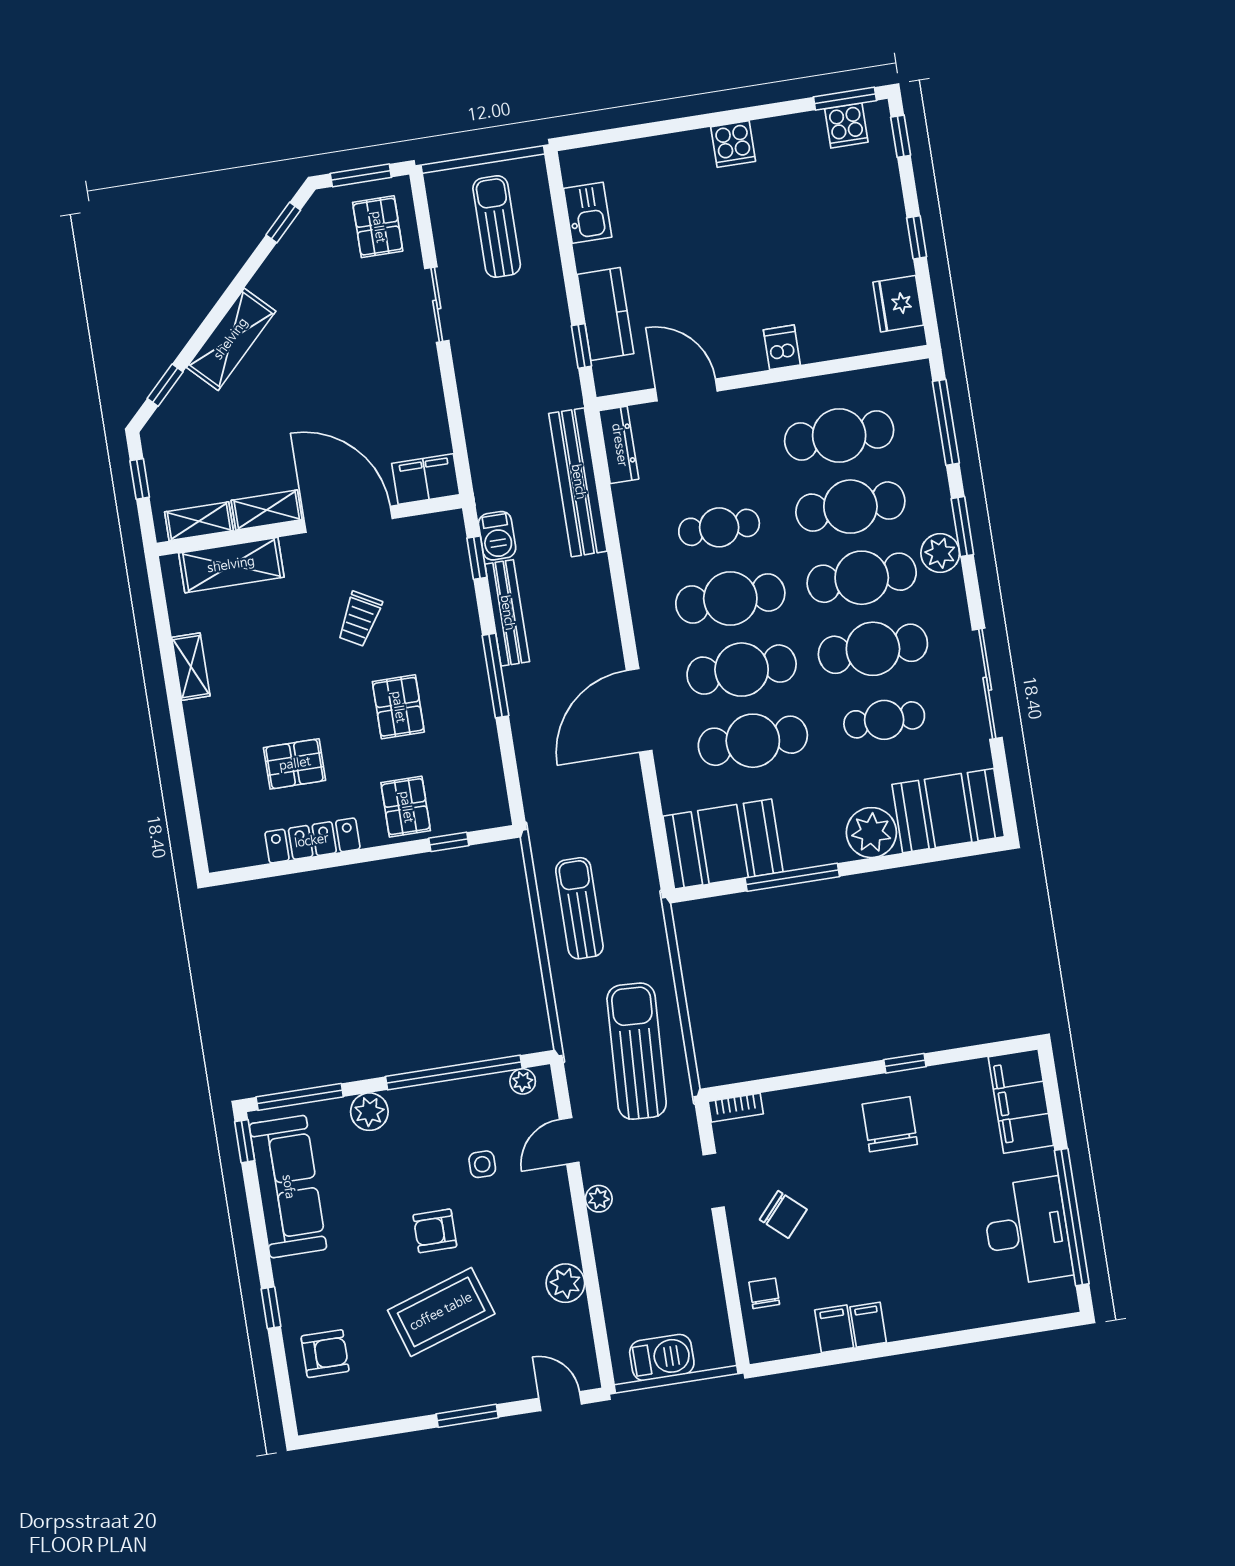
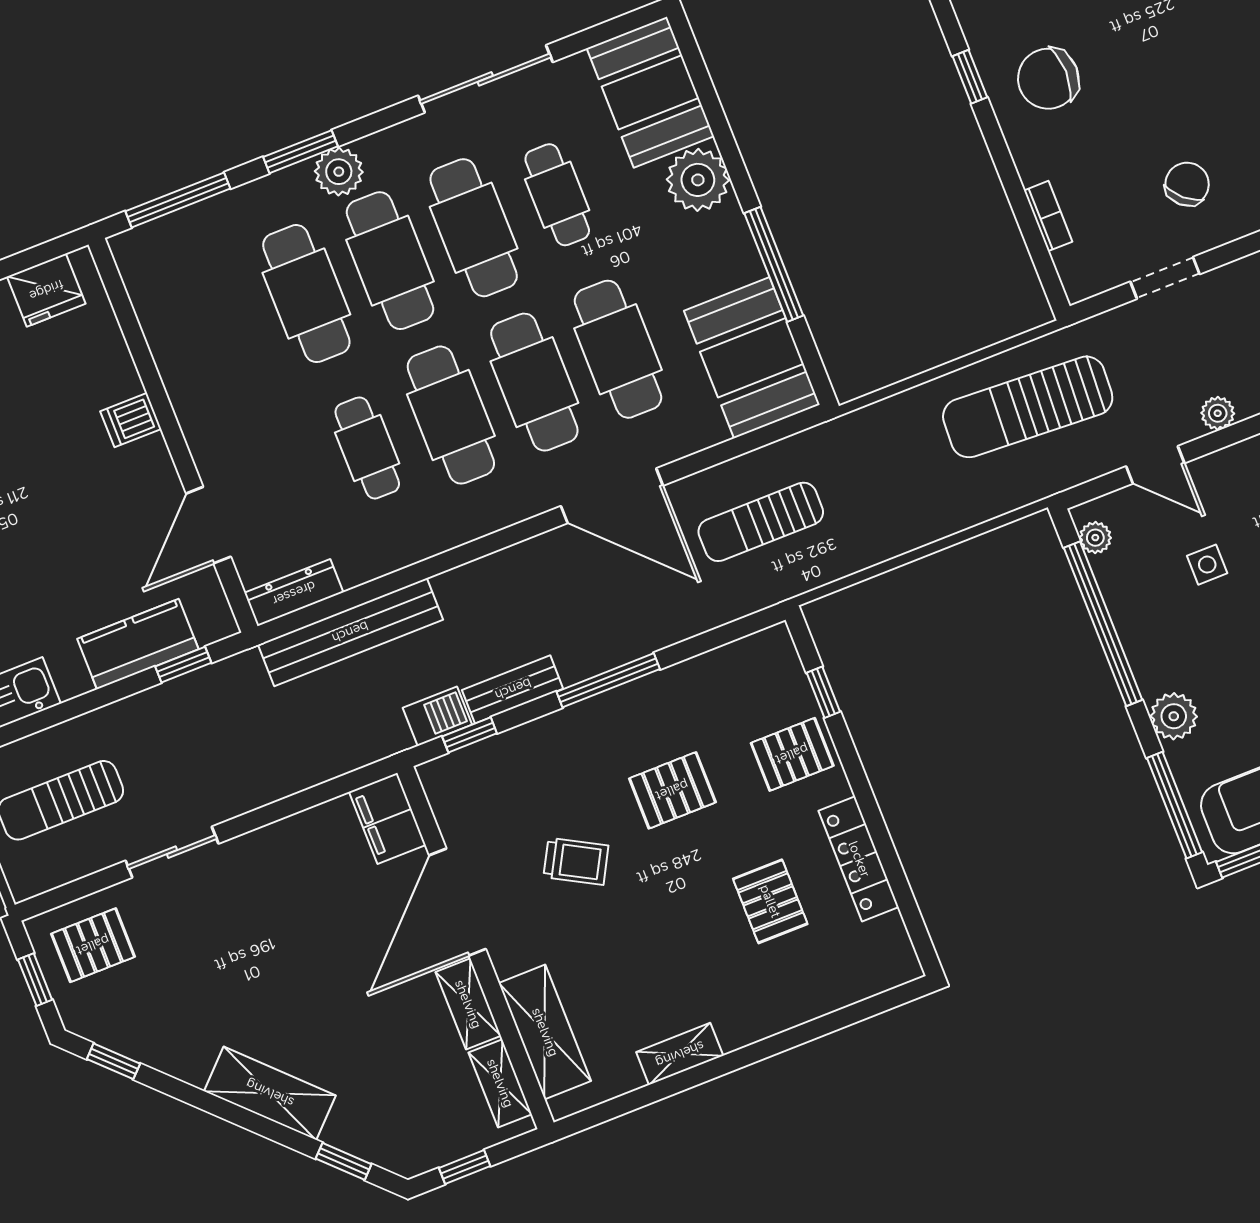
window: (361, 175) -> (35, 980), width x0.67
cafe table: (839, 435) -> (223, 326), removed
bench: (507, 613) -> (513, 689), width x0.73
sun lounger: (579, 908) -> (761, 522), moved
bookcase: (736, 1108) -> (1048, 216), moved

